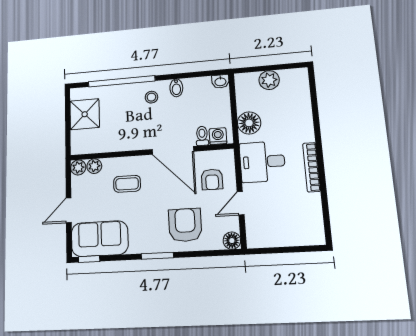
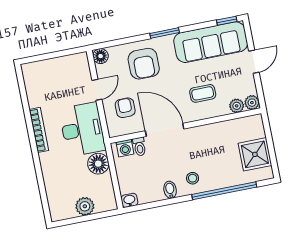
desk: (262, 162) -> (82, 129), width x1.37
sofa: (100, 239) -> (211, 42), width x1.36

